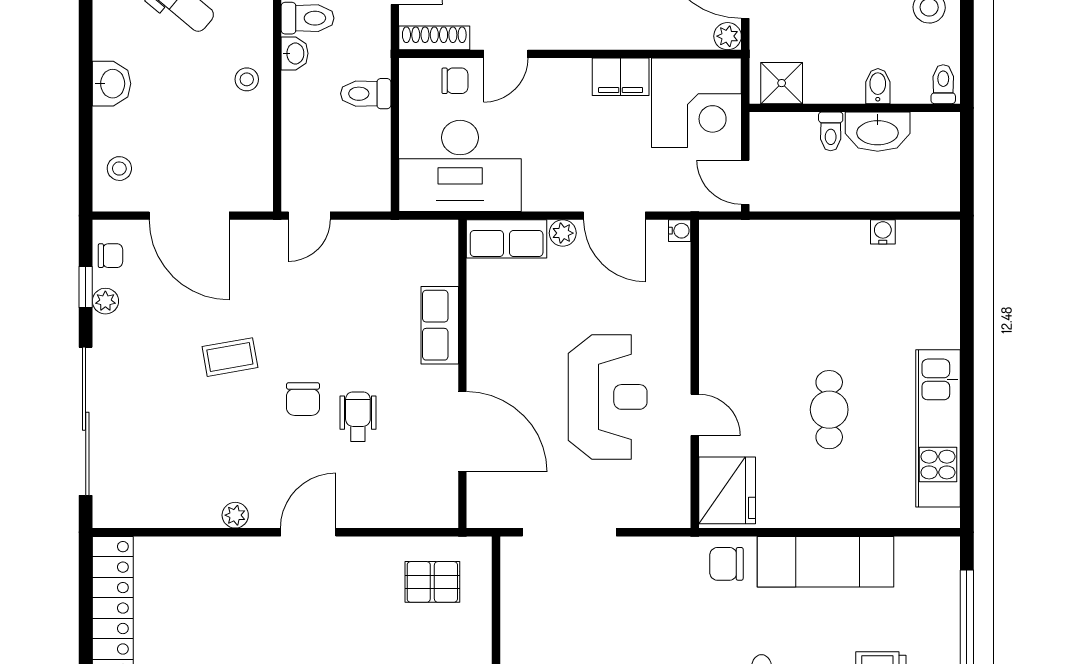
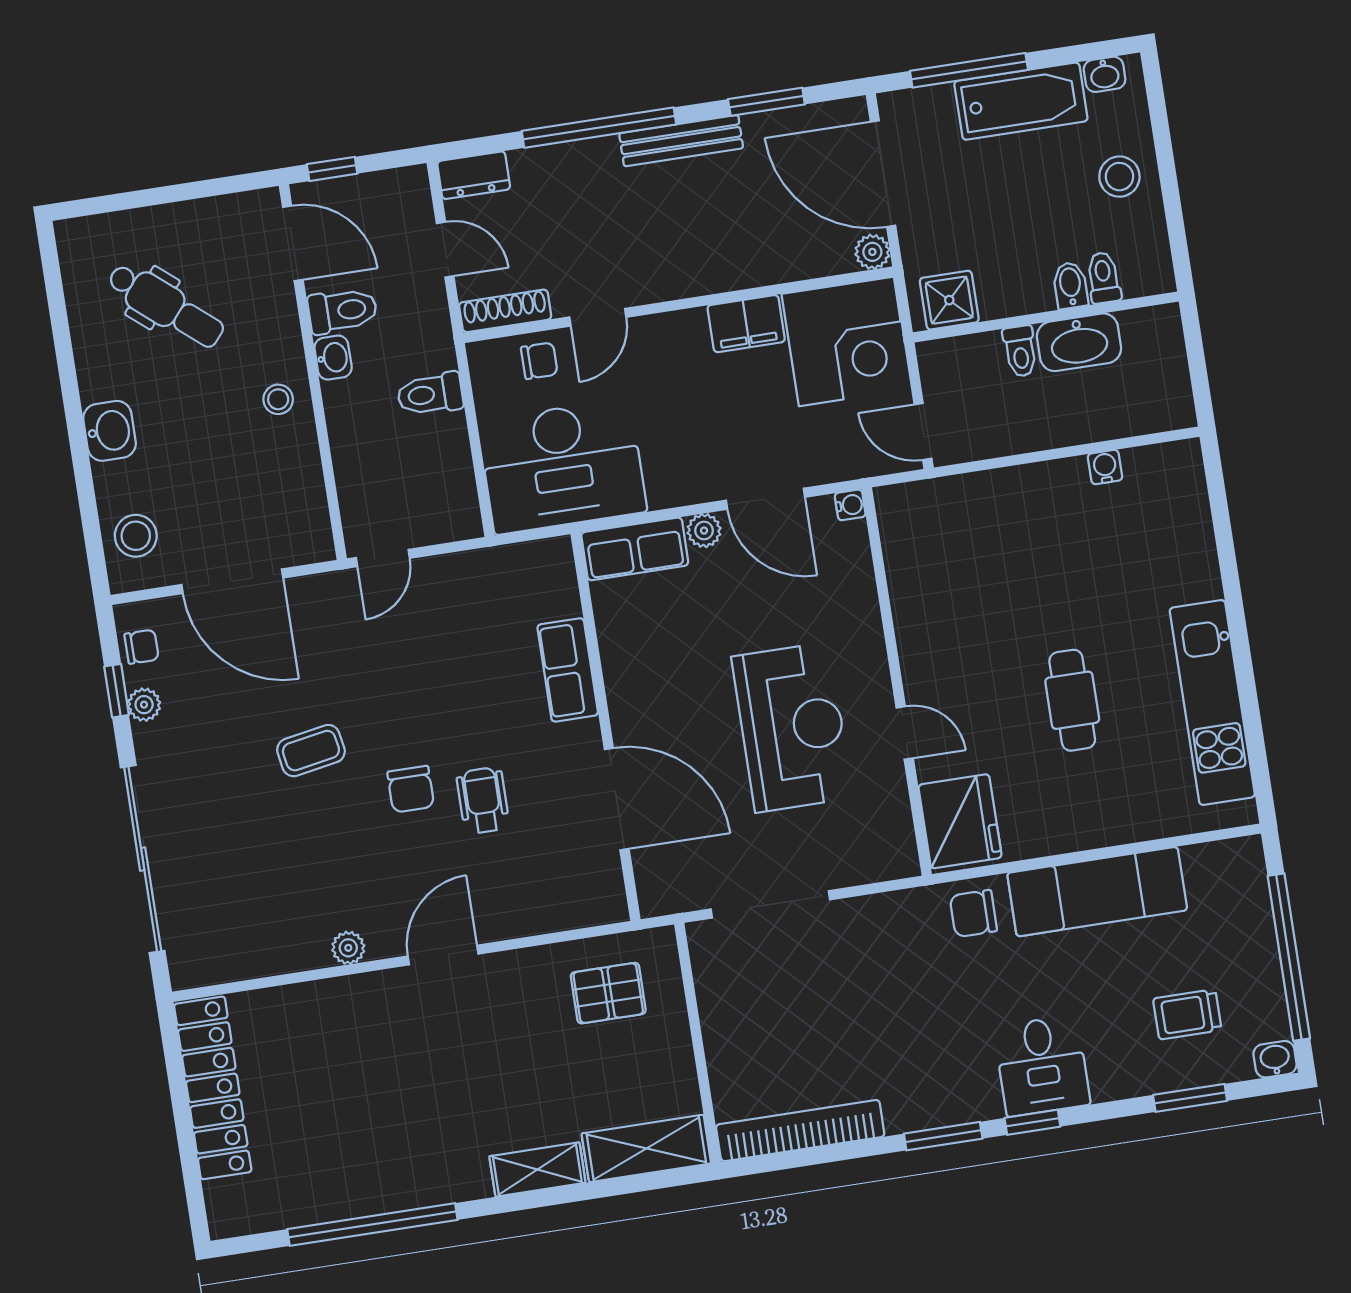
toilet: (943, 84) -> (1104, 278), moved
stool: (119, 169) -> (136, 536), width x1.37, depth x1.37

